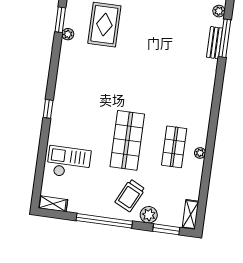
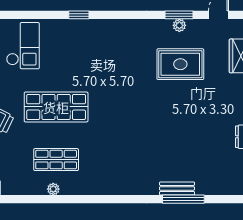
plant: (219, 11) -> (213, 188), removed
plant: (68, 34) -> (179, 25), moved

